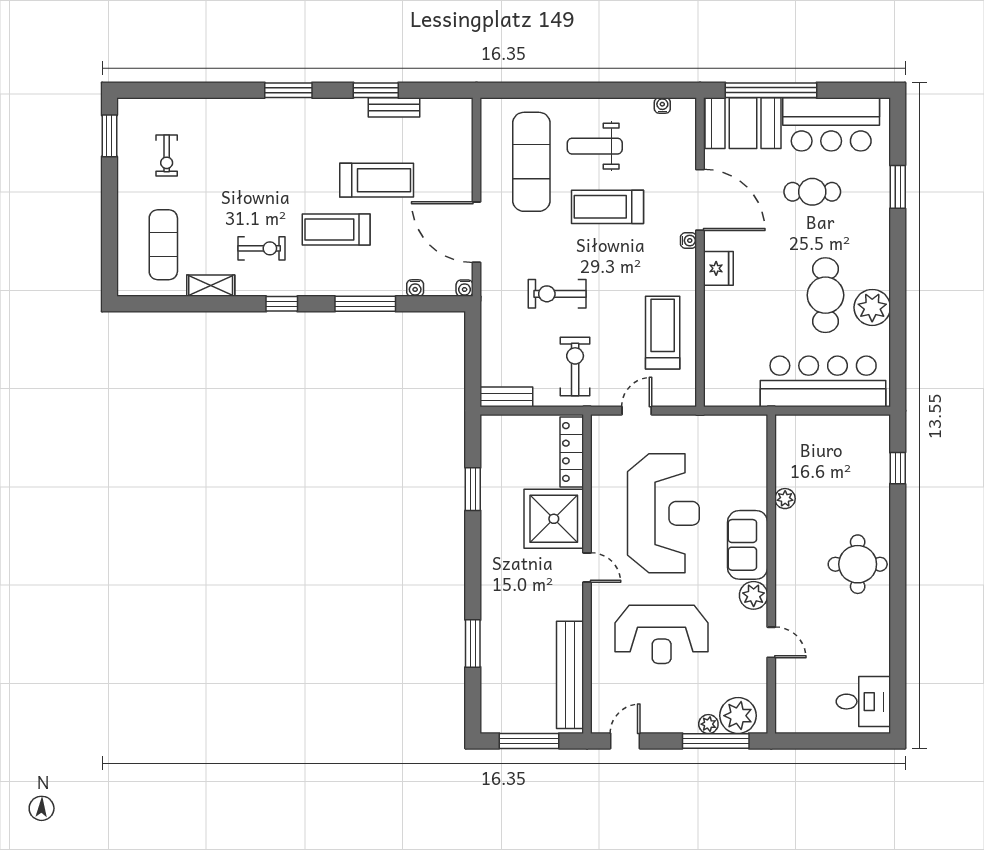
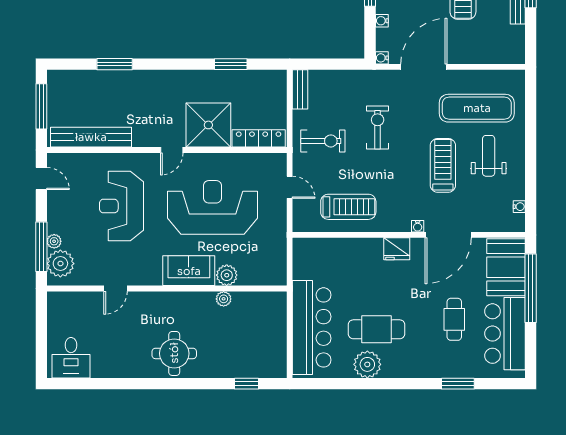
reception desk: (663, 513) -> (212, 207), turned 180
plant: (754, 595) -> (227, 275), moved

